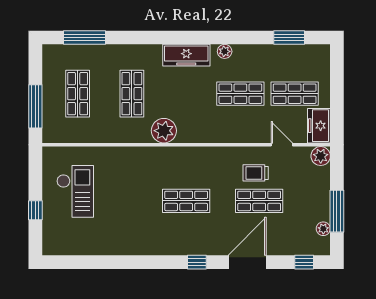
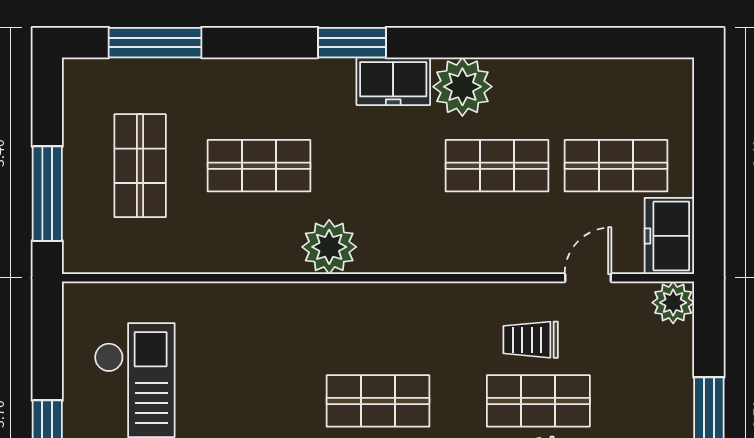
window: (289, 38) -> (352, 43), moved
plant: (225, 51) -> (462, 87), width x1.87, depth x1.87
freezer: (186, 55) -> (393, 81), width x0.71
shop shelf: (132, 94) -> (259, 166), turned 90
door: (282, 145) -> (588, 278), hinge flipped

